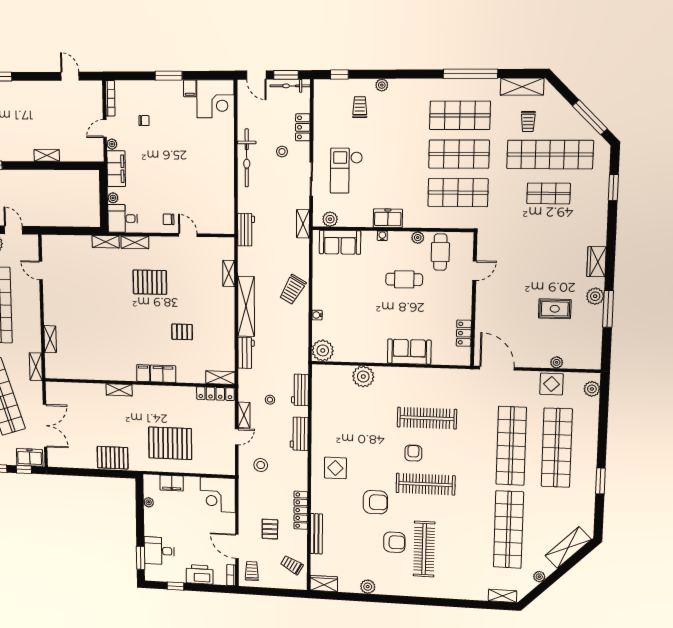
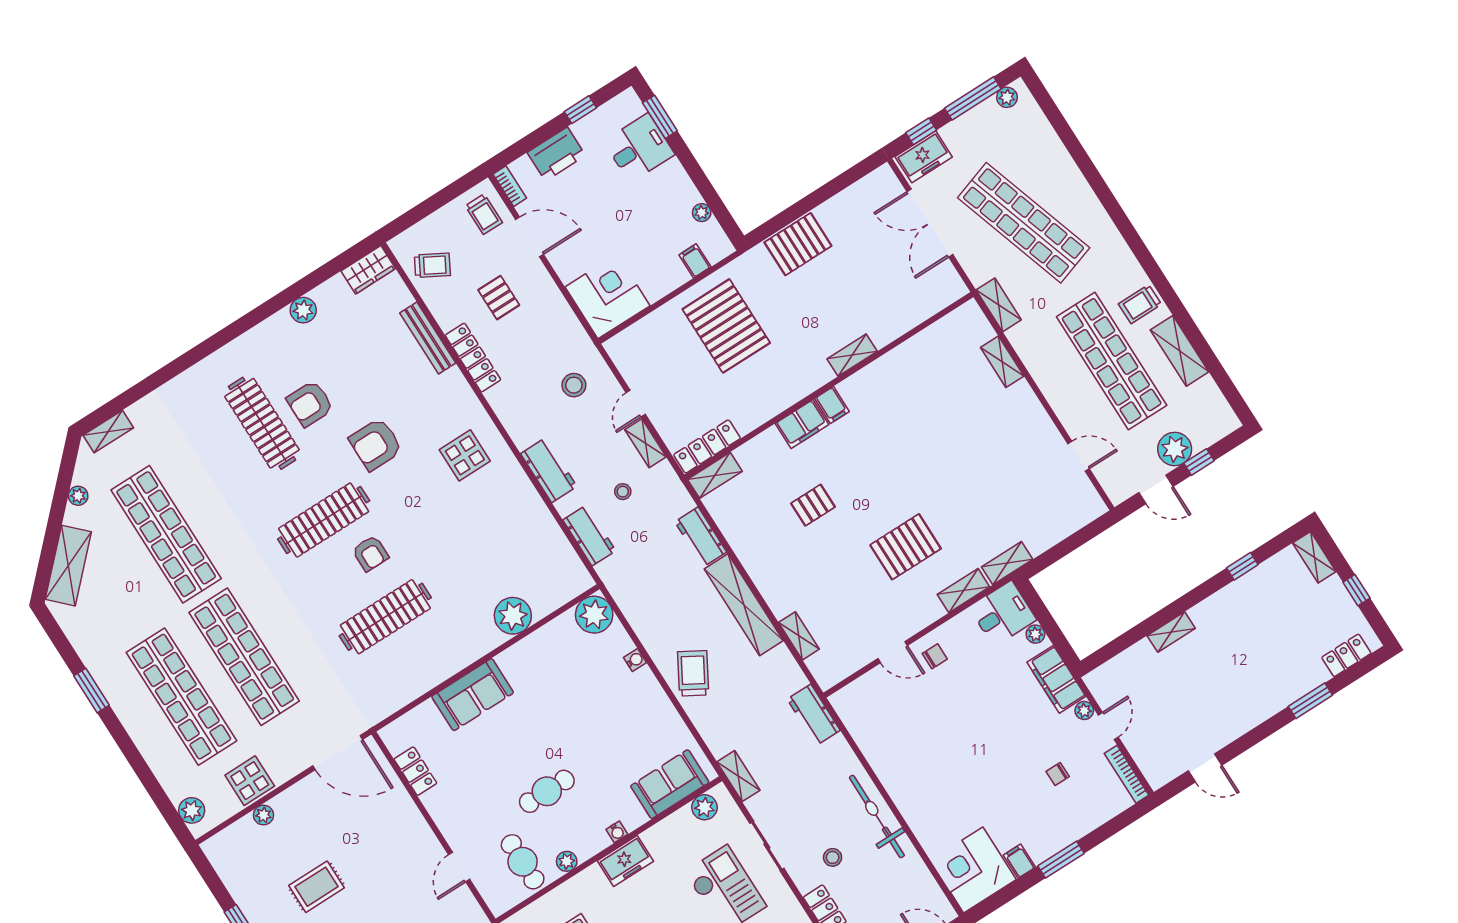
pallet: (170, 443) -> (726, 326), turned 90
filing cabinet: (172, 483) -> (695, 261), width x0.50

